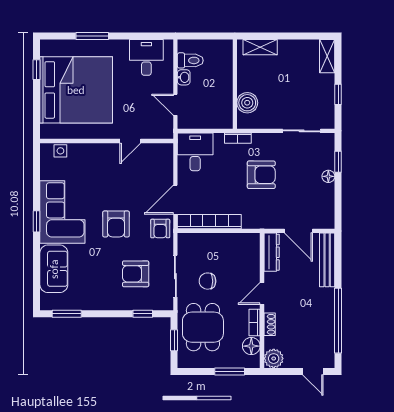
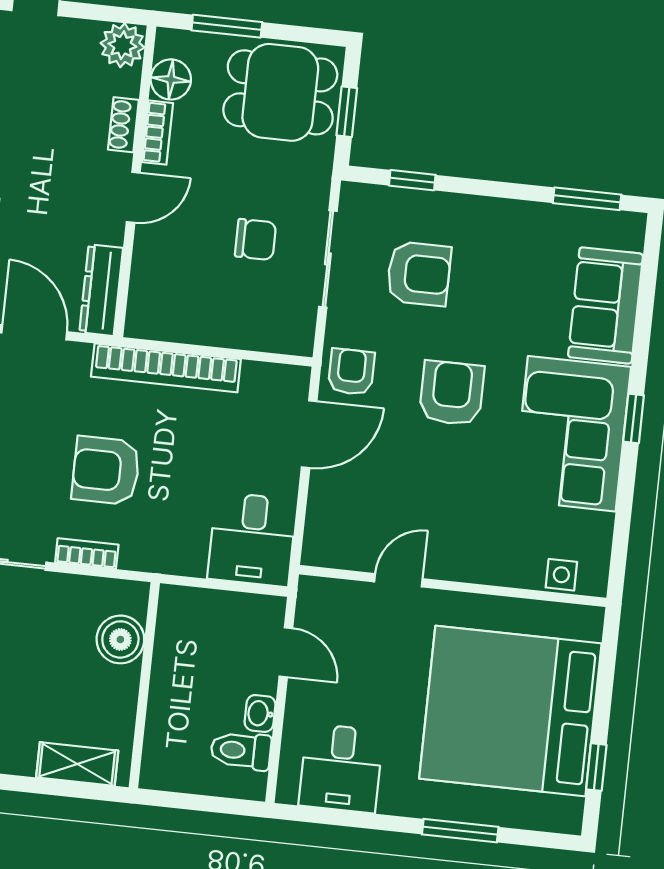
bookcase: (238, 138) -> (87, 554), moved
bookcase: (209, 222) -> (166, 368), moved
dining table: (203, 327) -> (280, 92), moved, turned 90

